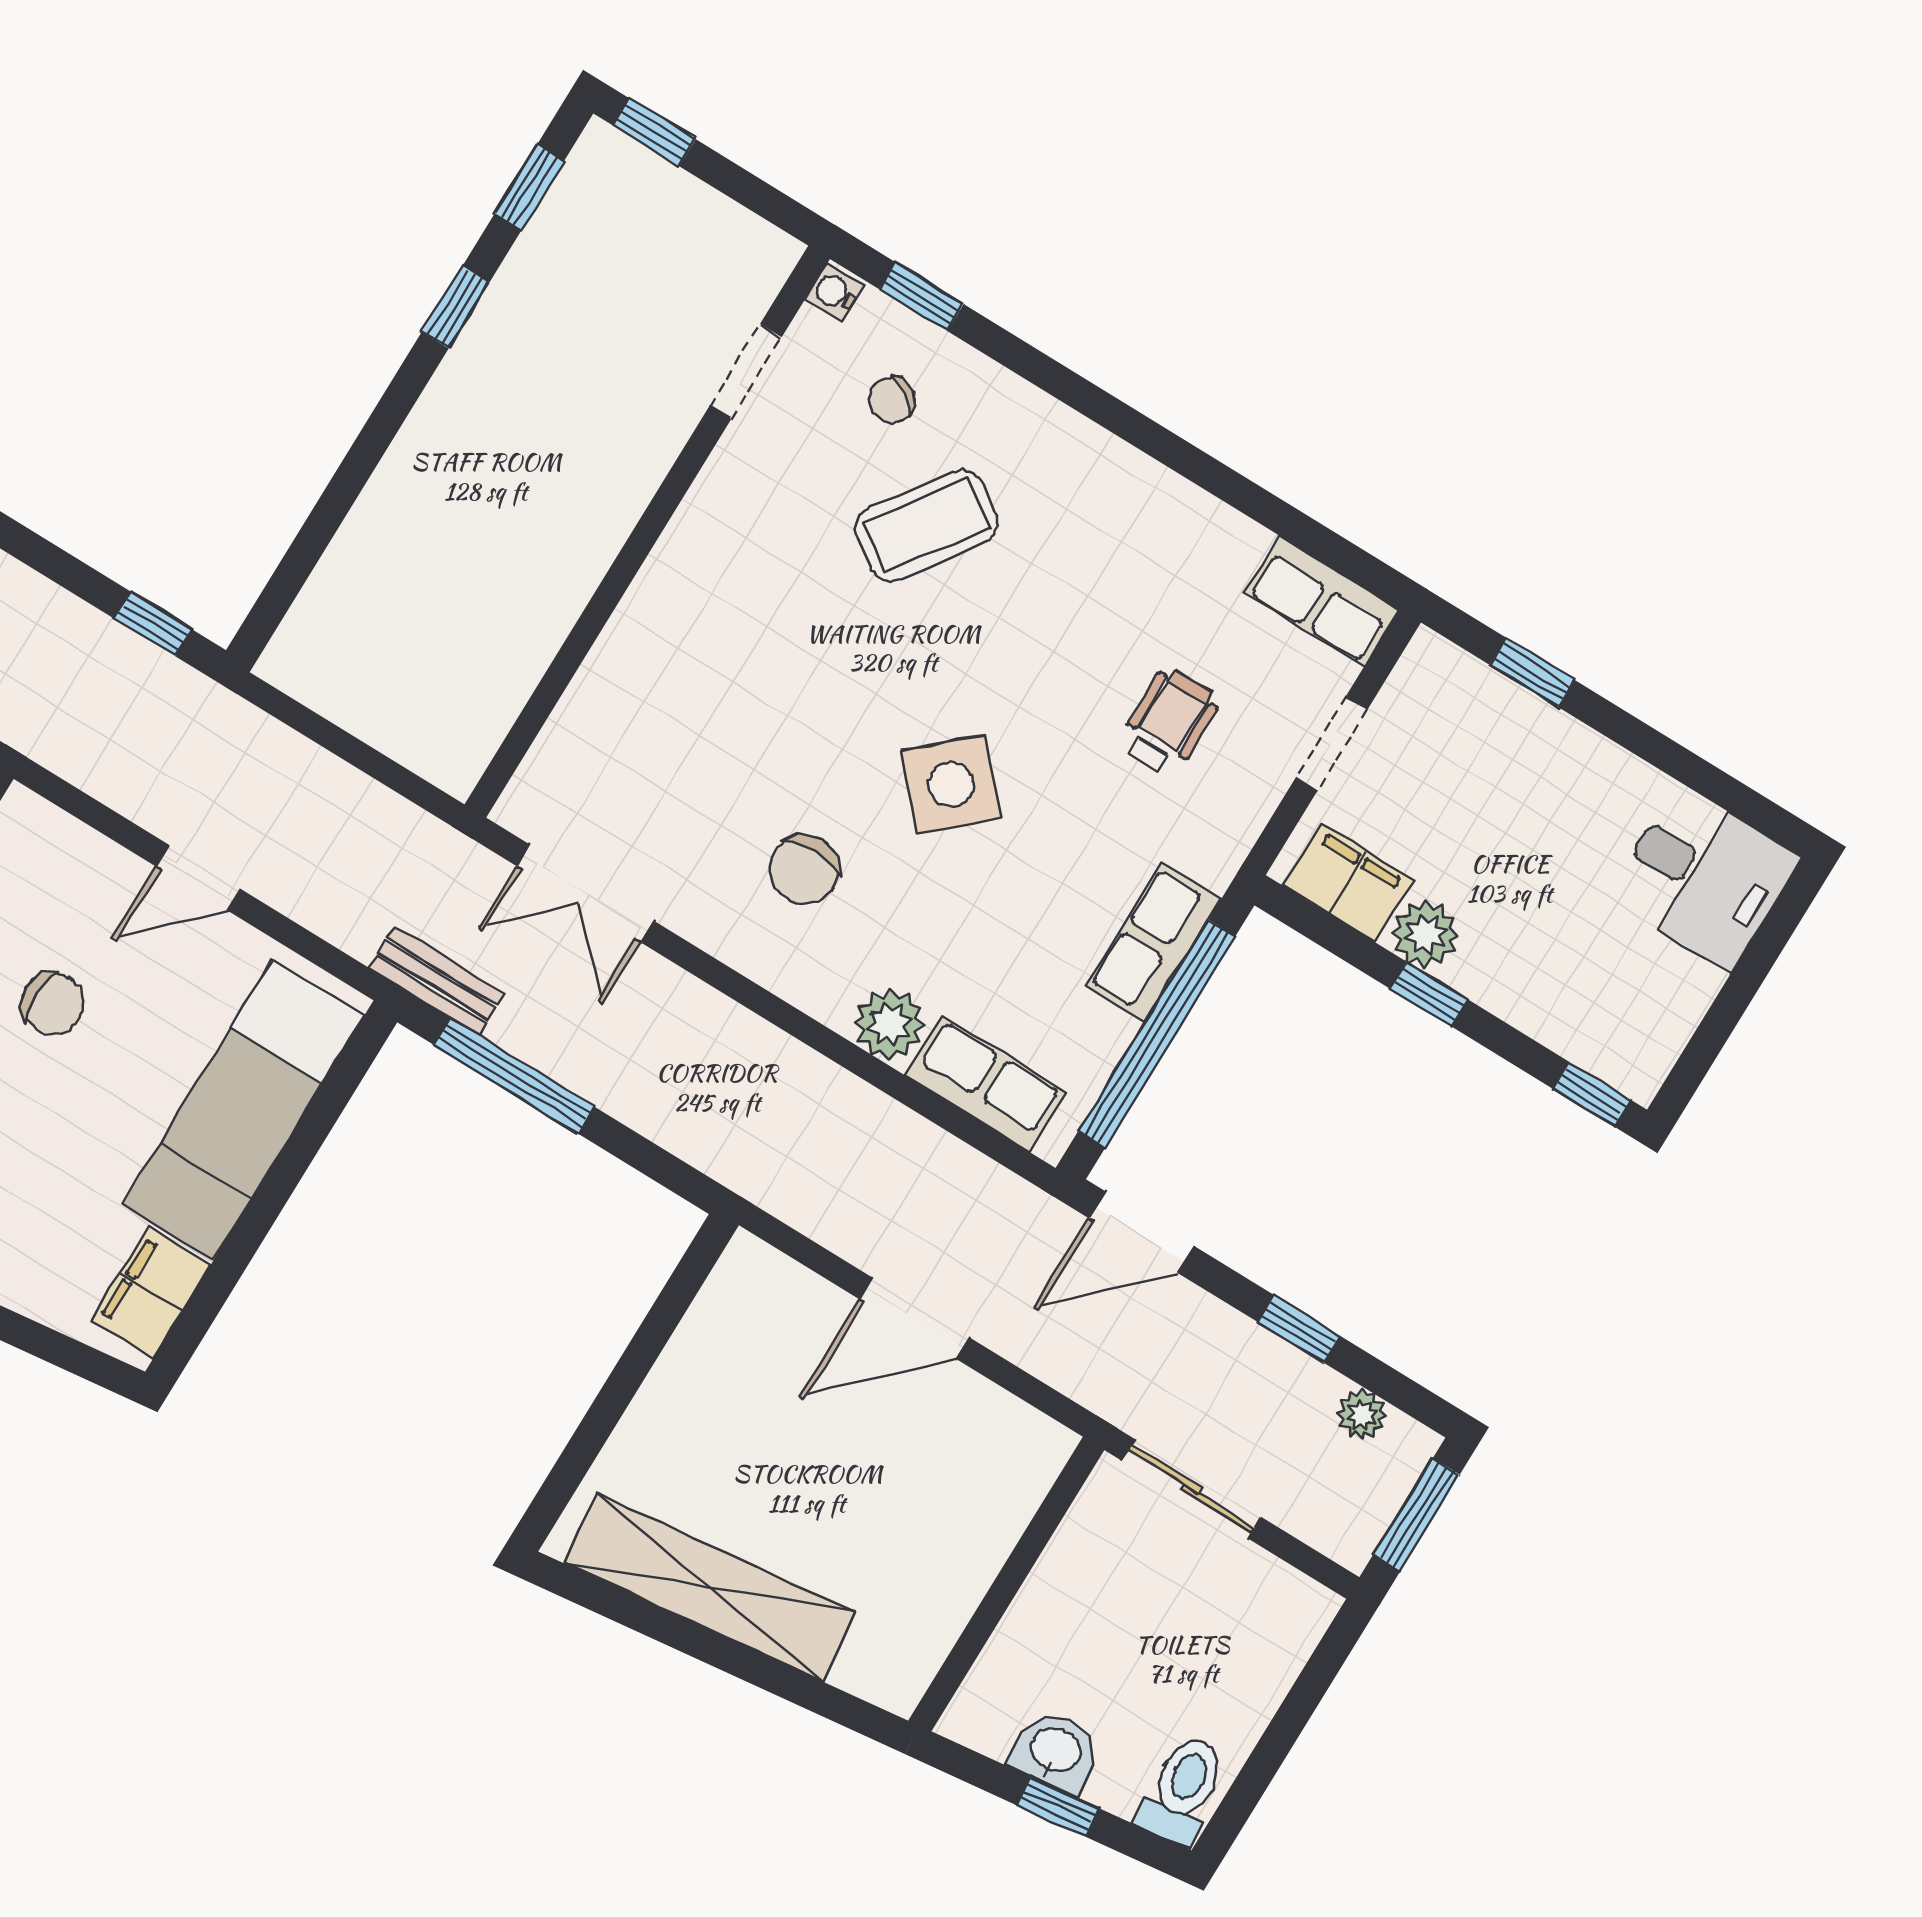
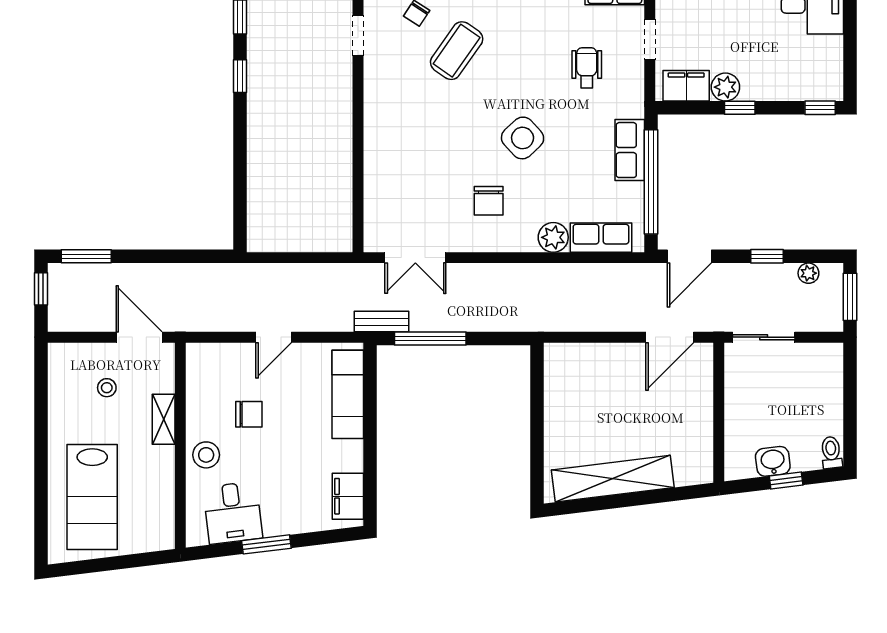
window: (153, 624) -> (201, 256), removed
exam couch: (243, 1110) -> (348, 394), width x0.73, depth x0.69
door: (914, 1318) -> (670, 337), moved
toilet: (1183, 1790) -> (831, 452), width x0.73, depth x0.72

